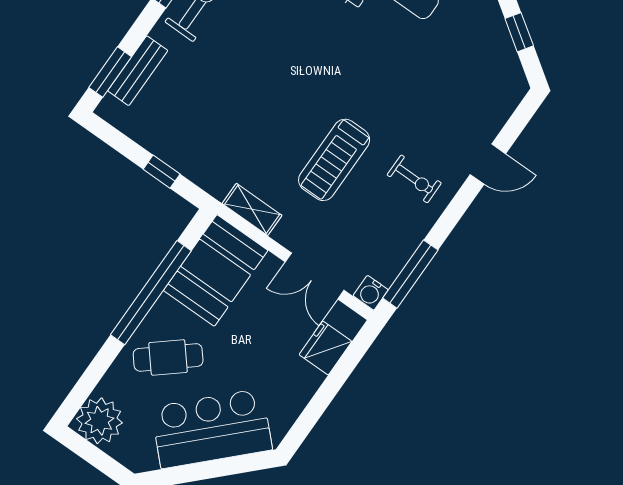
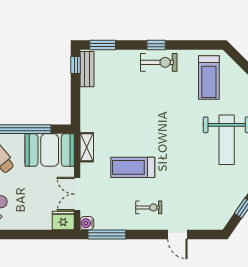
bench: (138, 71) -> (87, 69), moved, turned 90
window: (162, 172) -> (76, 65), moved
exercise bike: (414, 179) -> (149, 207), turned -90
fridge: (325, 348) -> (63, 221), moved

